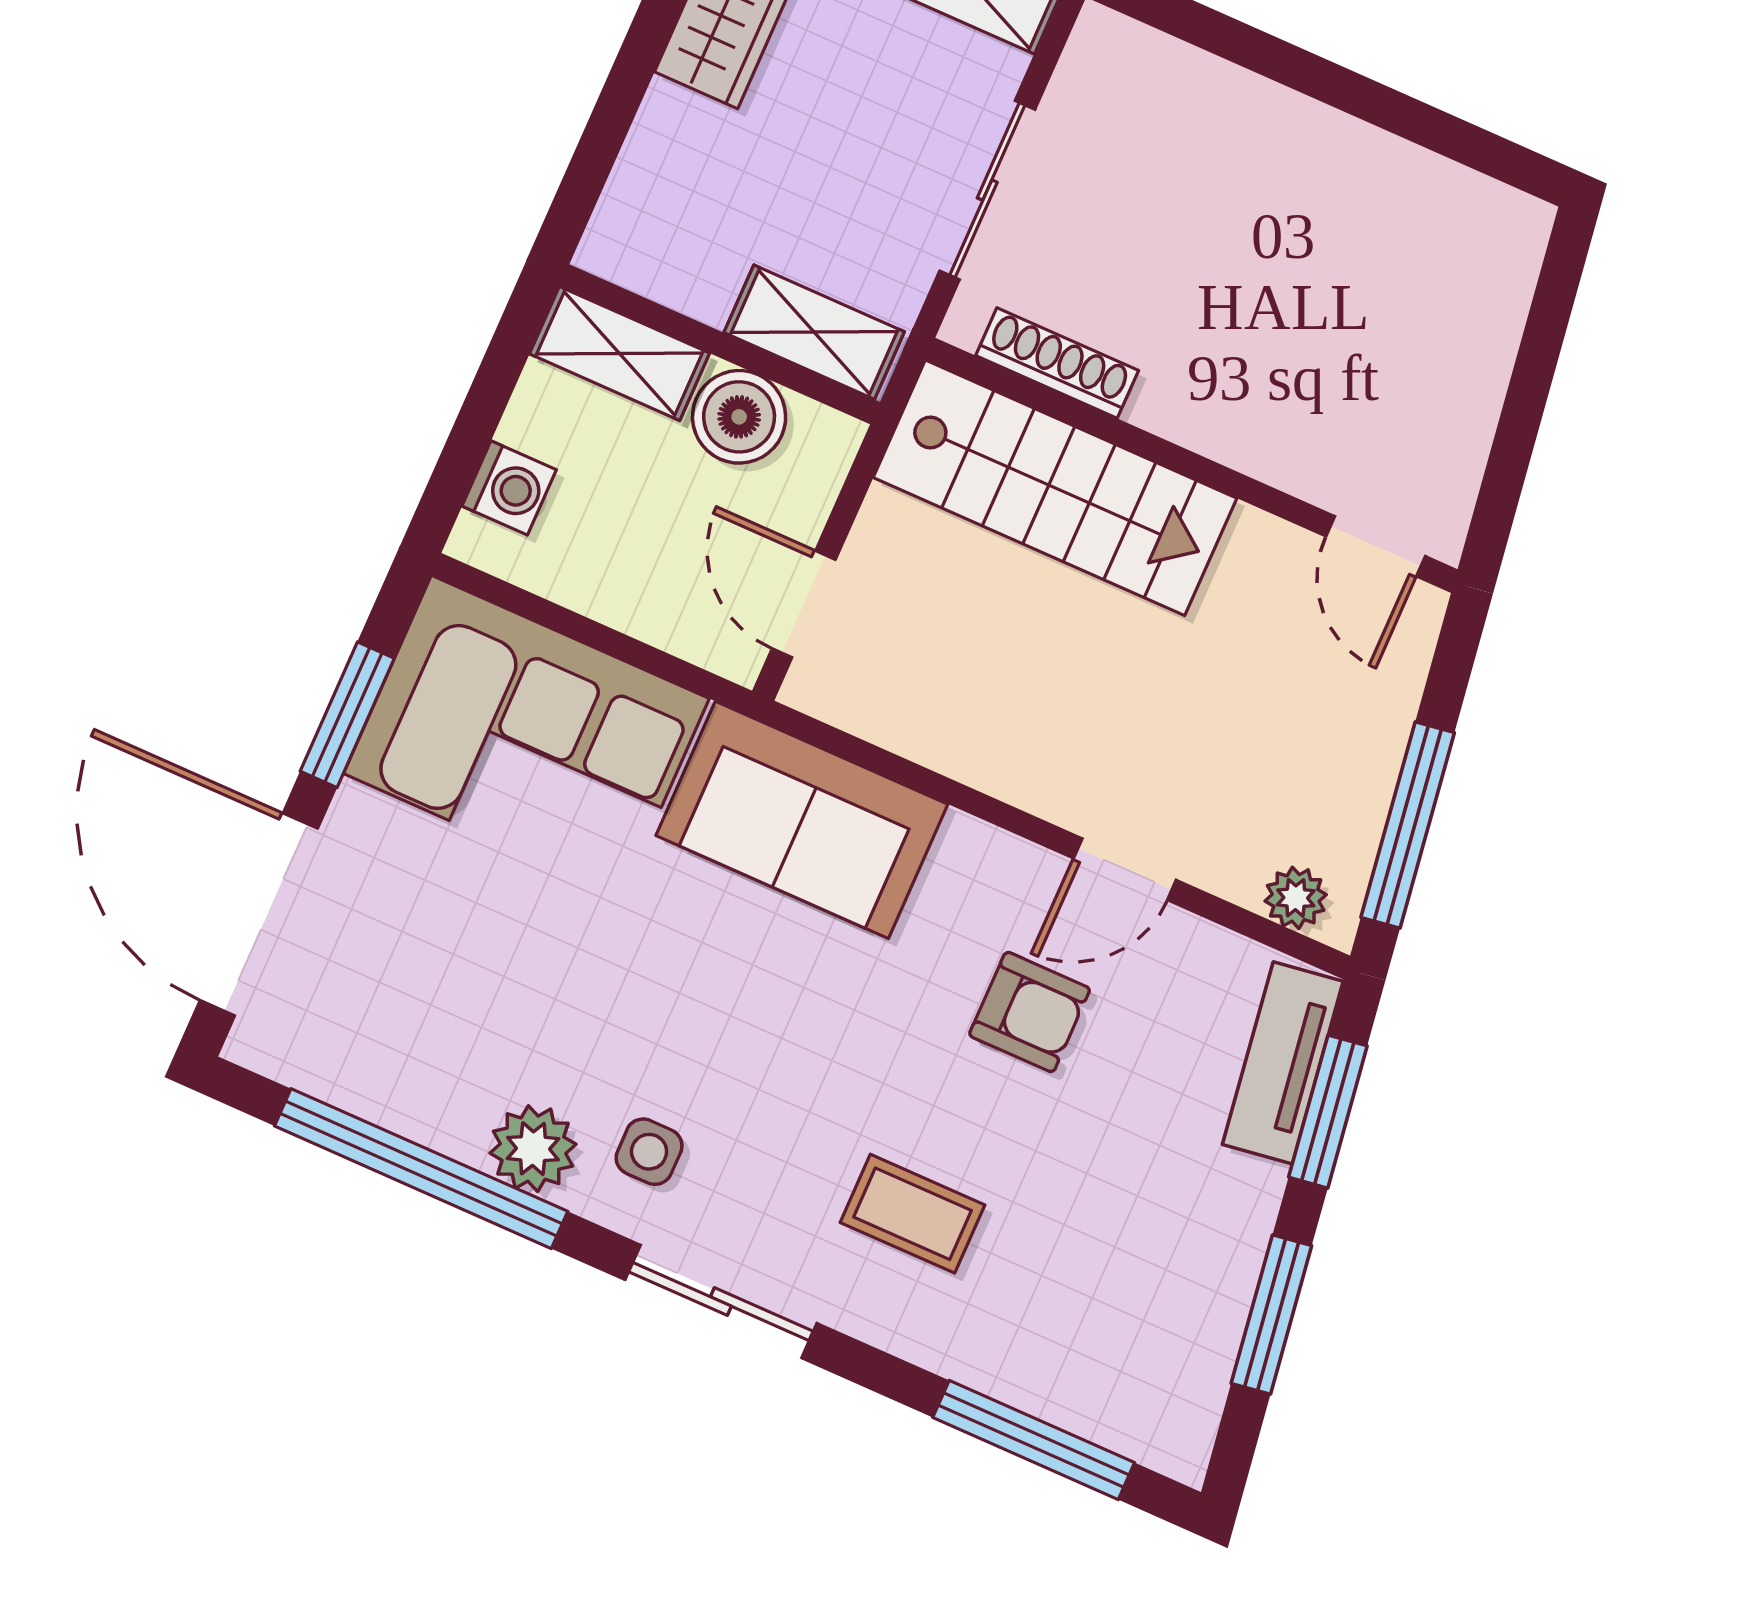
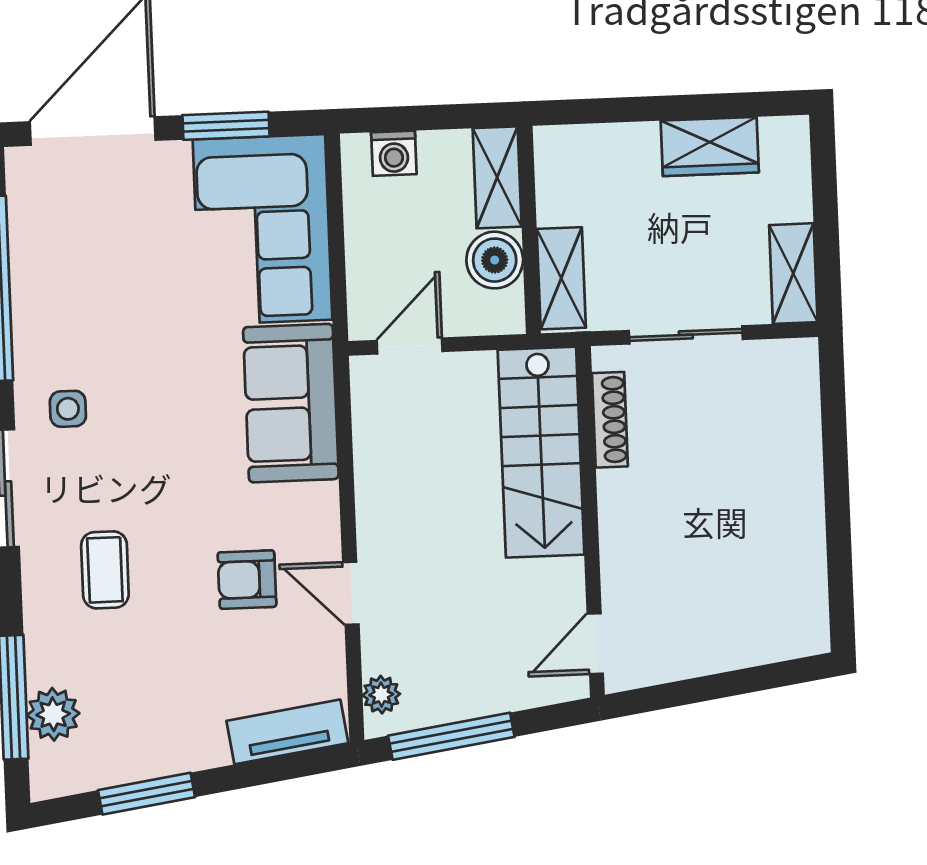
armchair: (1030, 1012) -> (247, 580), turned 90
window: (1328, 1112) -> (273, 770), removed
plant: (533, 1149) -> (53, 714), moved

